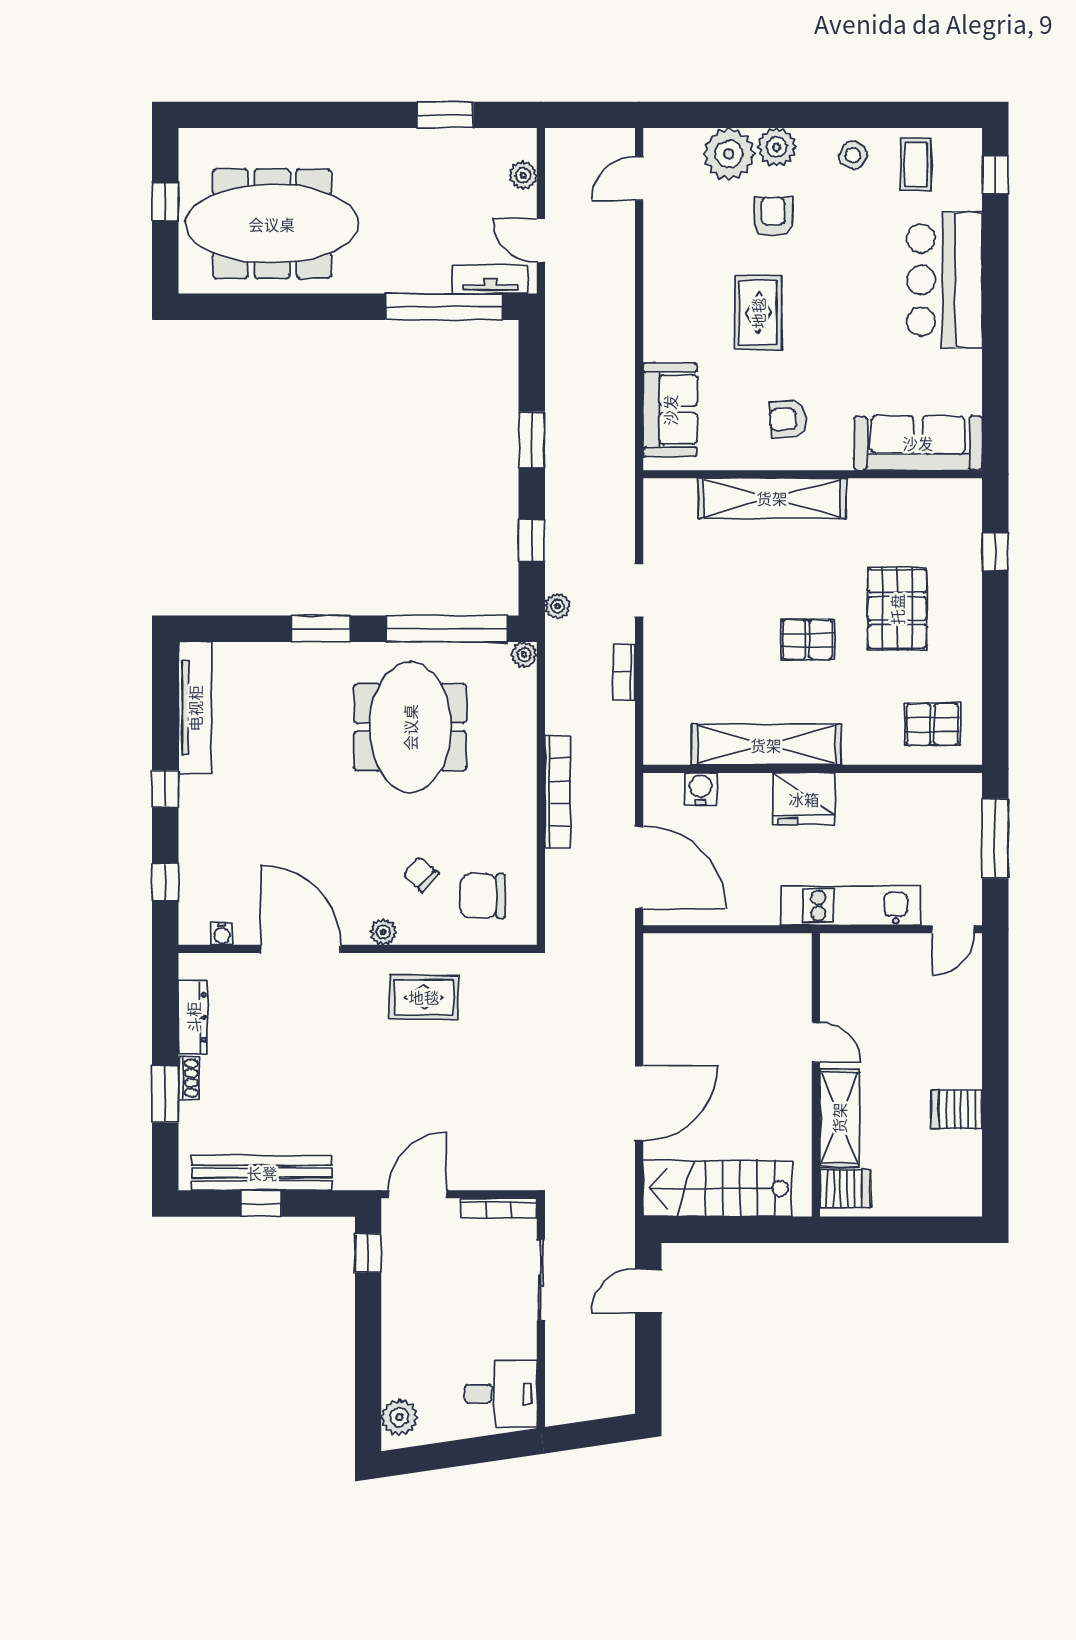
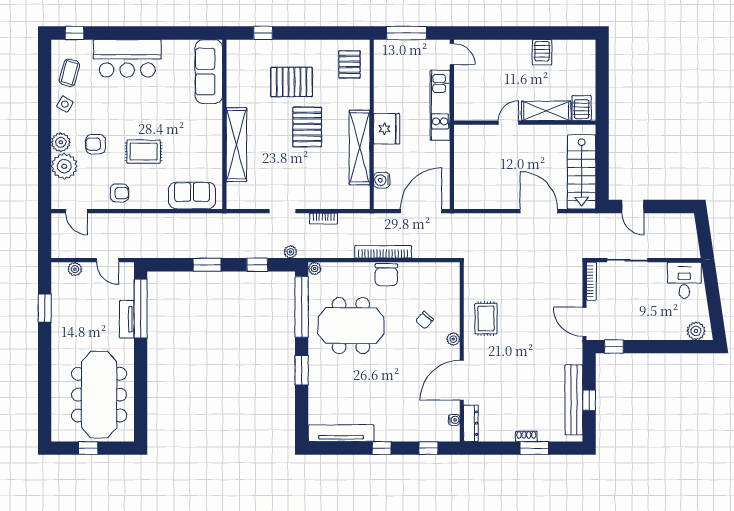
coffee table: (916, 164) -> (69, 73), turned -75
door: (541, 241) -> (108, 260), hinge flipped
tv unit: (490, 279) -> (127, 319), moved
armchair: (788, 419) -> (119, 193), moved, turned -87
pallet: (807, 640) -> (307, 127), width x1.50, depth x1.42
chair: (483, 896) -> (386, 275), moved
dresser: (193, 1017) -> (471, 423), moved, turned 90

